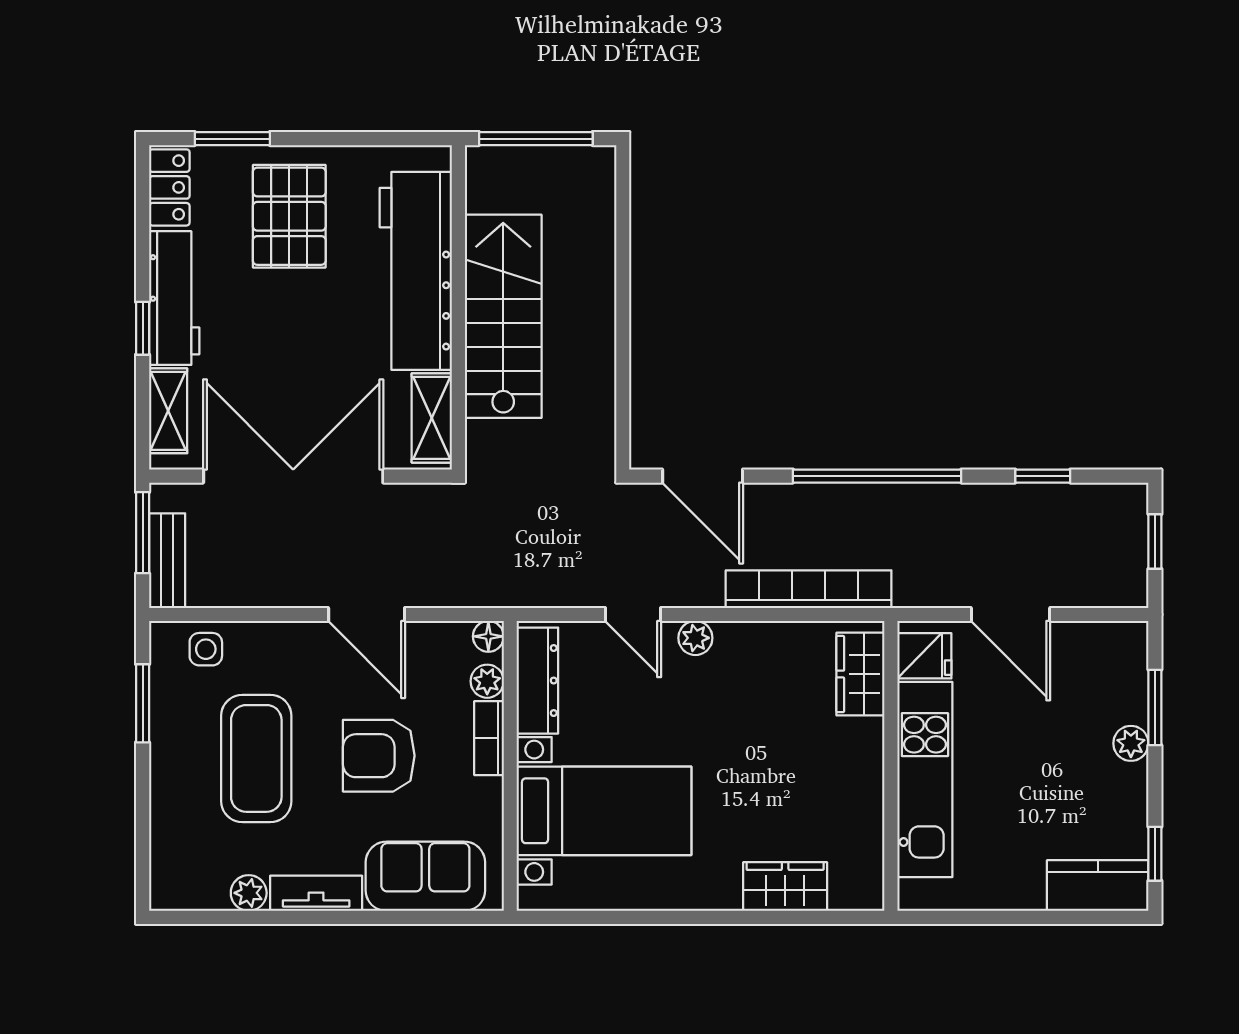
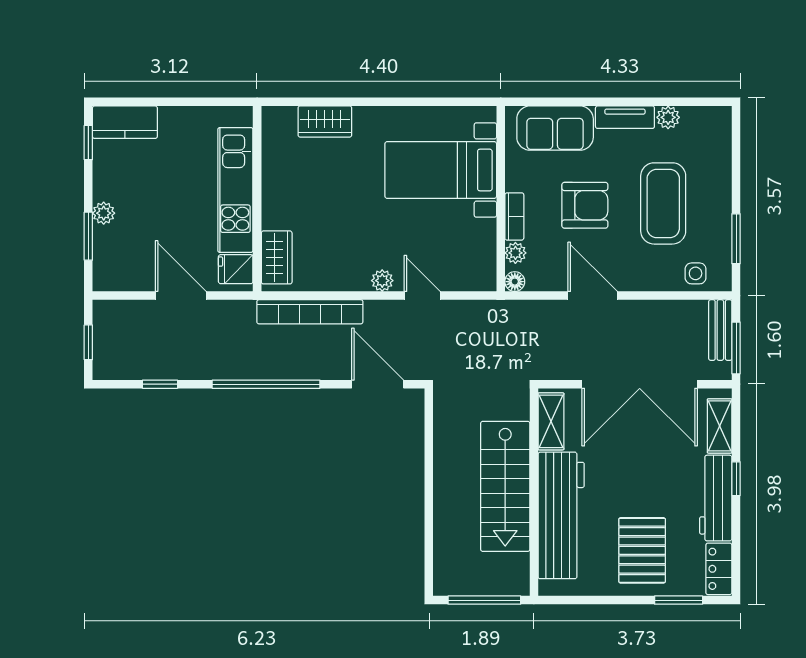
dresser: (537, 681) -> (483, 253), removed

